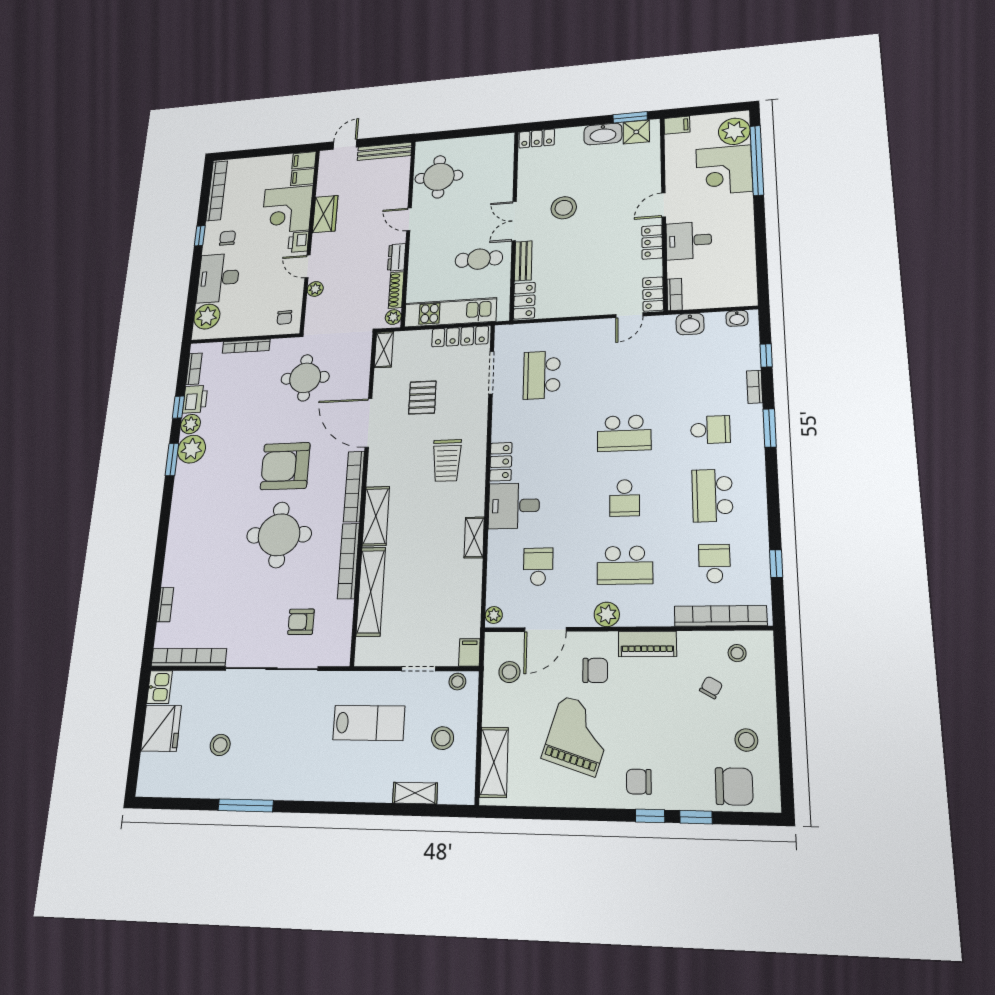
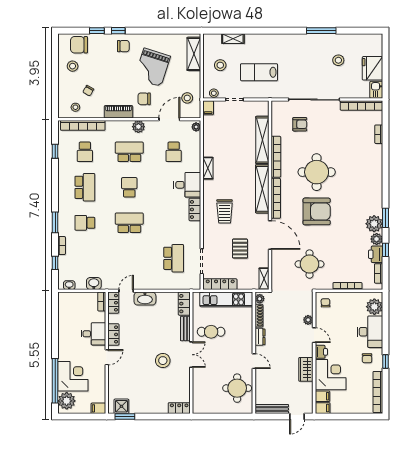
washbasin: (603, 134) -> (145, 299), moved, turned 180
trolley: (447, 460) -> (225, 211), turned 180
shelving: (376, 516) -> (262, 189), width x1.47

